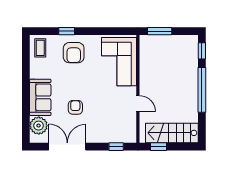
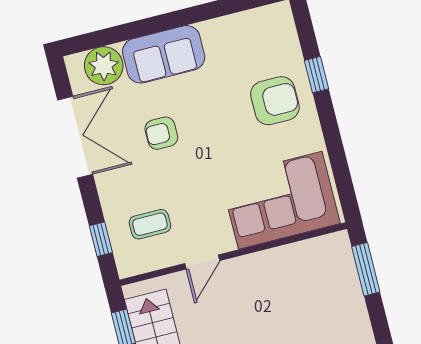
coffee table: (40, 48) -> (150, 224), moved
armchair: (74, 53) -> (275, 101), turned 180
armchair: (75, 107) -> (161, 133), turned 180

